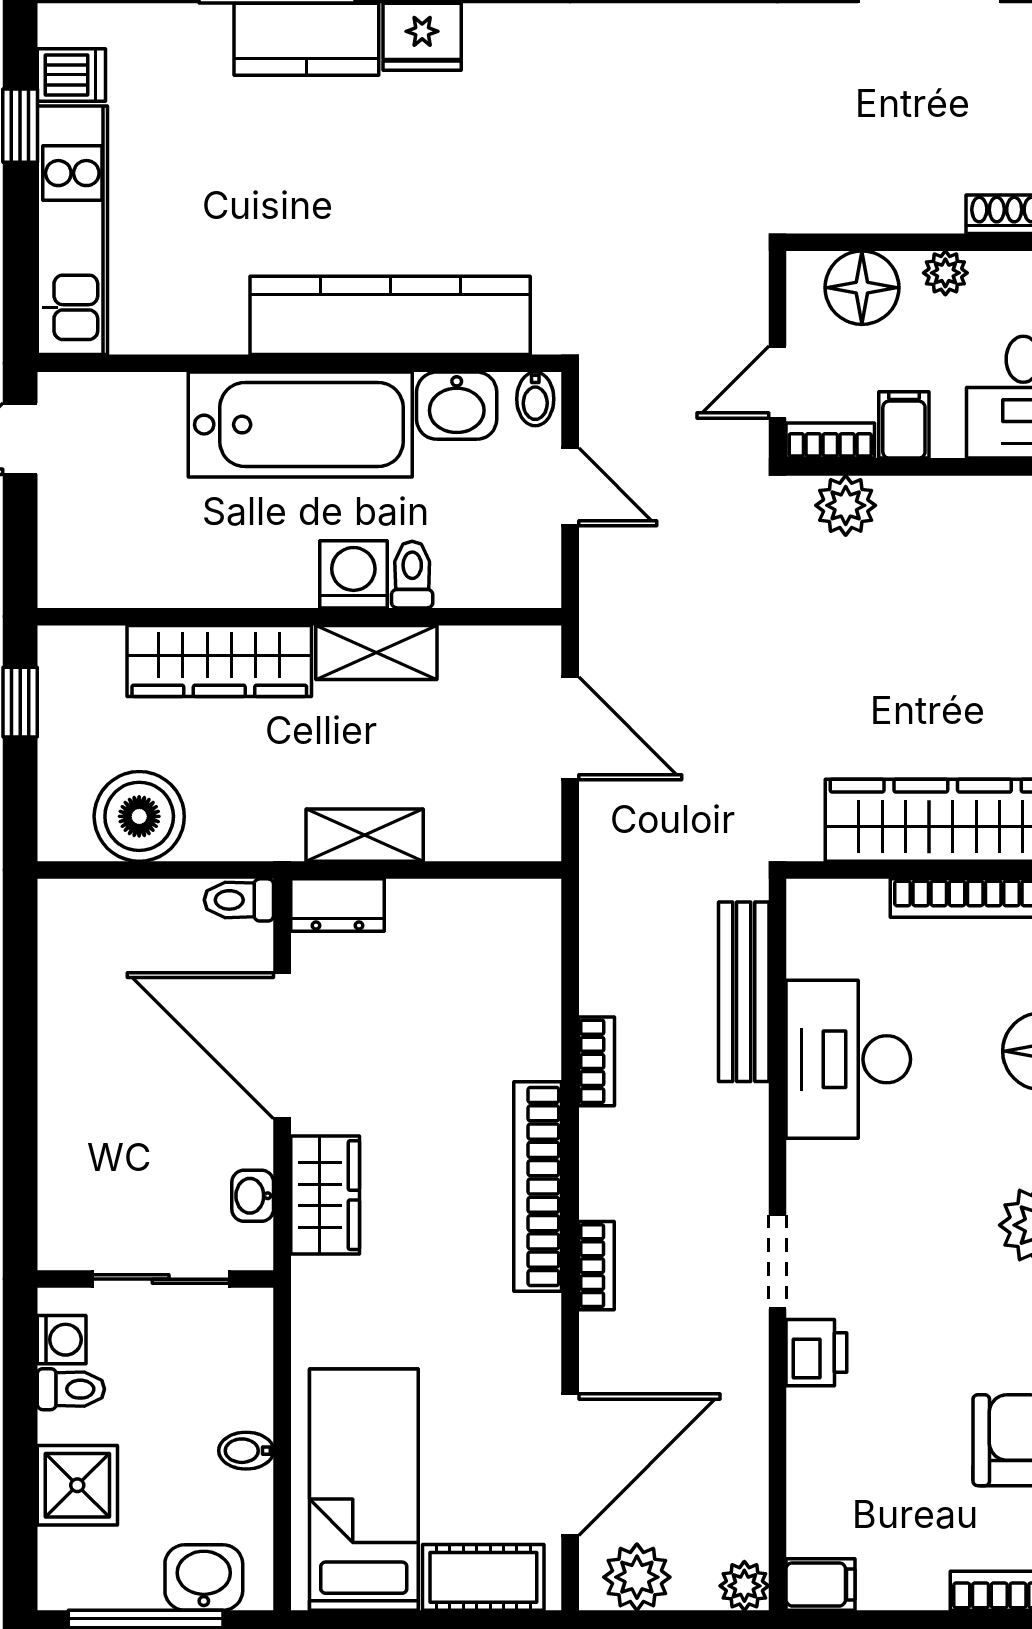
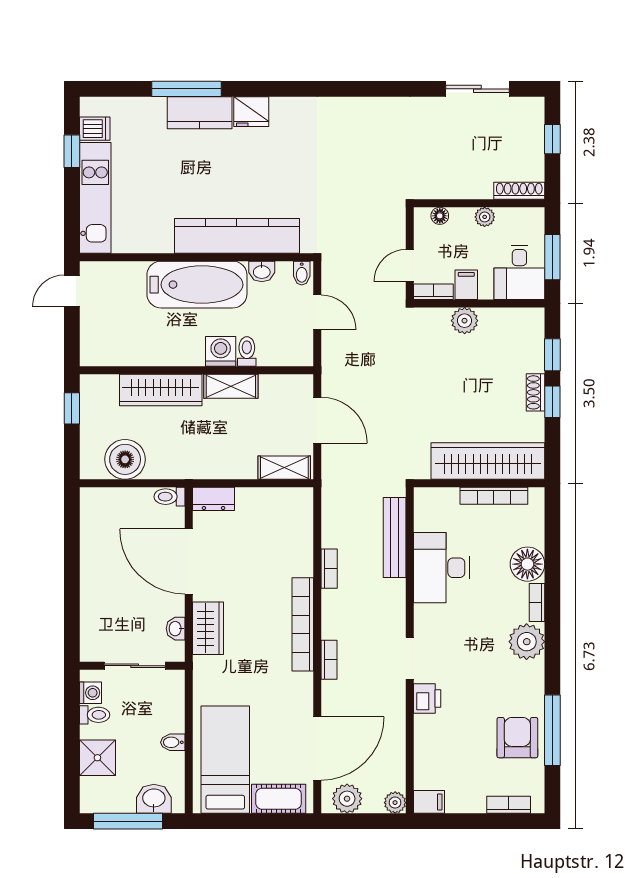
floor lamp: (862, 288) -> (440, 216), width x0.53, depth x0.53
washbasin: (457, 406) -> (262, 271), width x0.72, depth x0.69
plant: (846, 505) -> (465, 321), moved
shelving: (365, 835) -> (284, 468), moved

